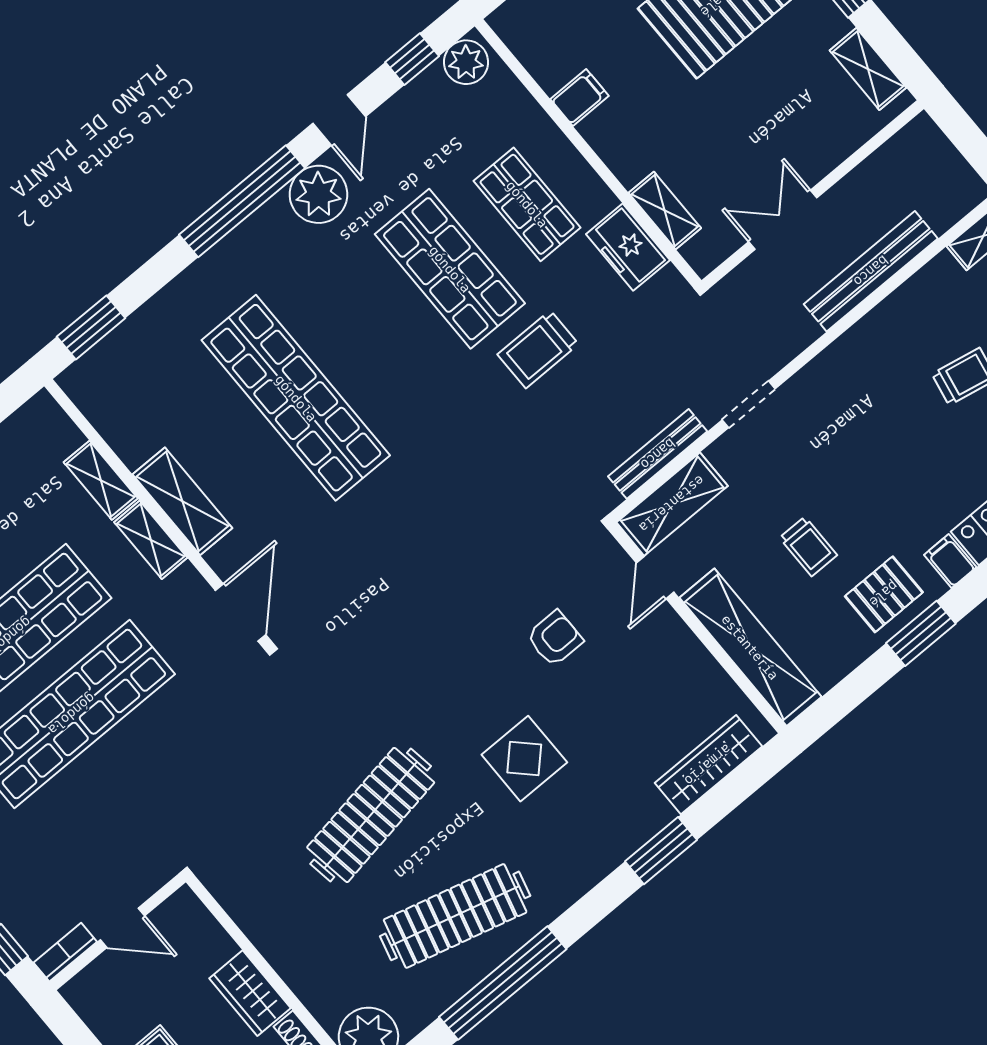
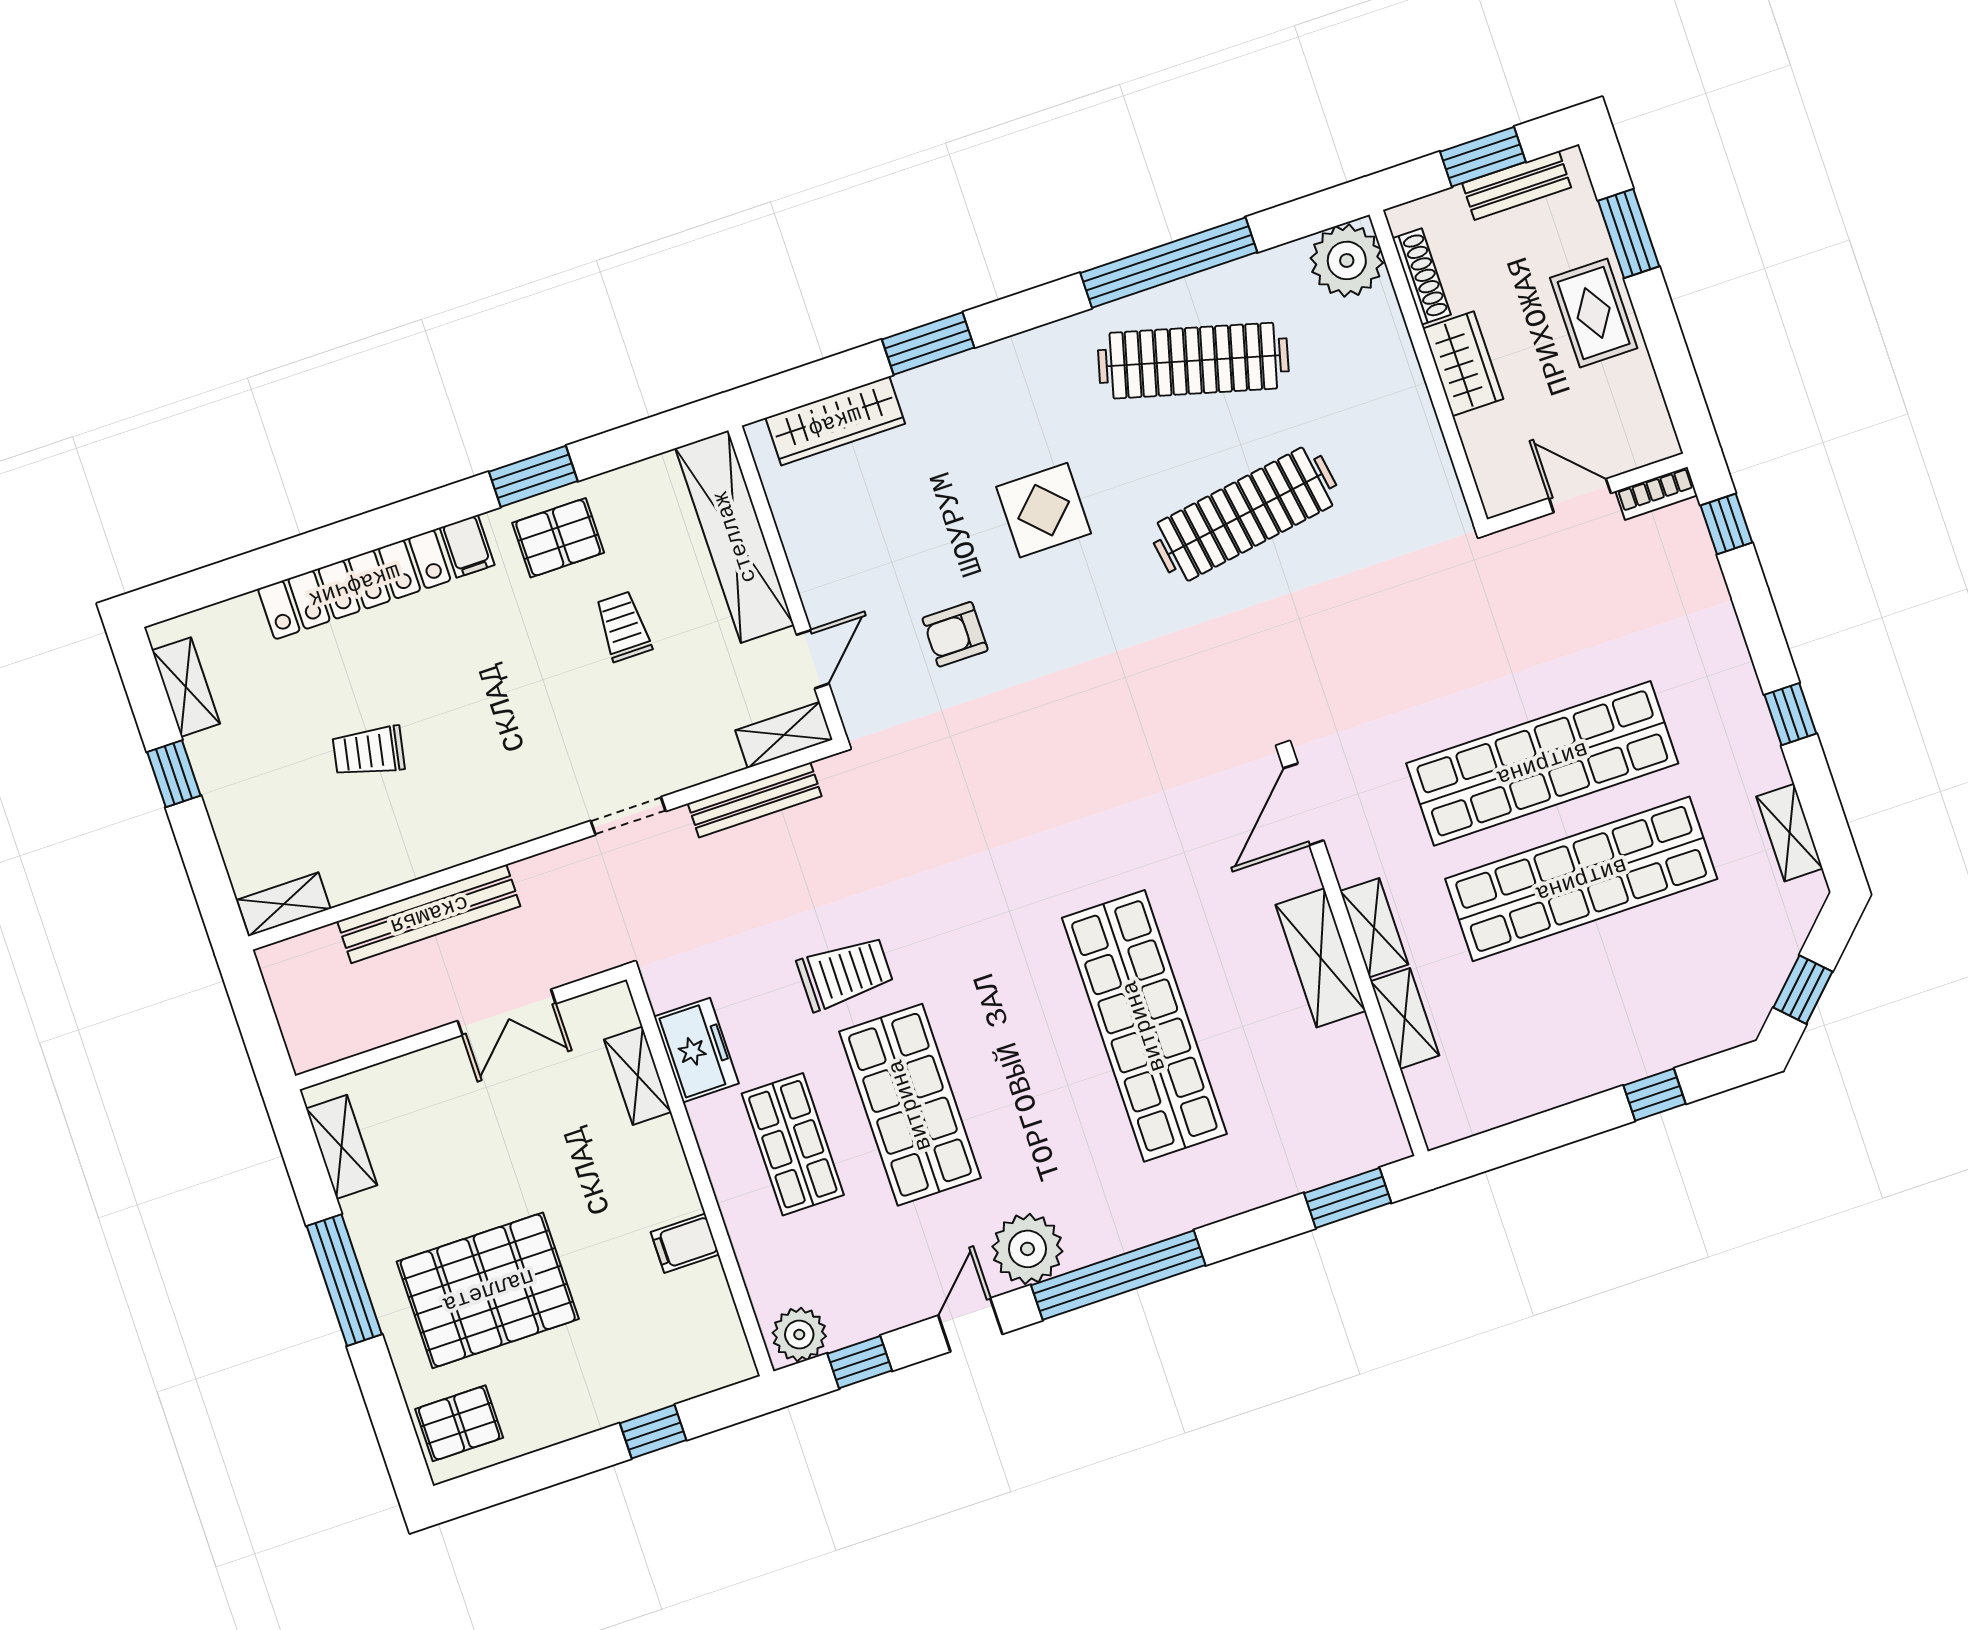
shelving: (672, 504) -> (784, 735), width x0.67, depth x0.75

